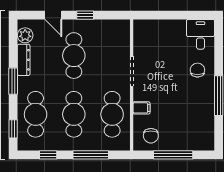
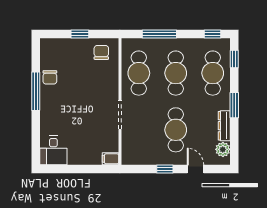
chair: (197, 70) -> (50, 77), moved
filing cabinet: (141, 108) -> (110, 159), moved
window: (48, 155) -> (212, 34), moved
window: (173, 155) -> (80, 34), width x0.46

